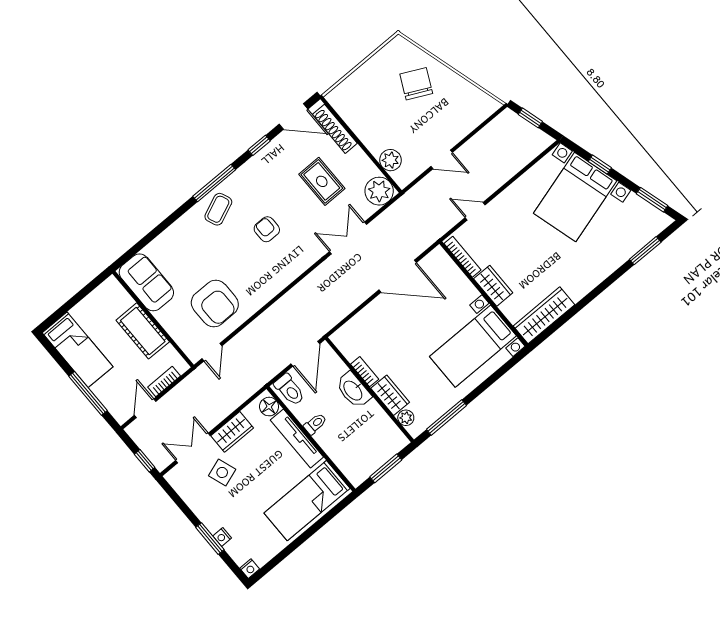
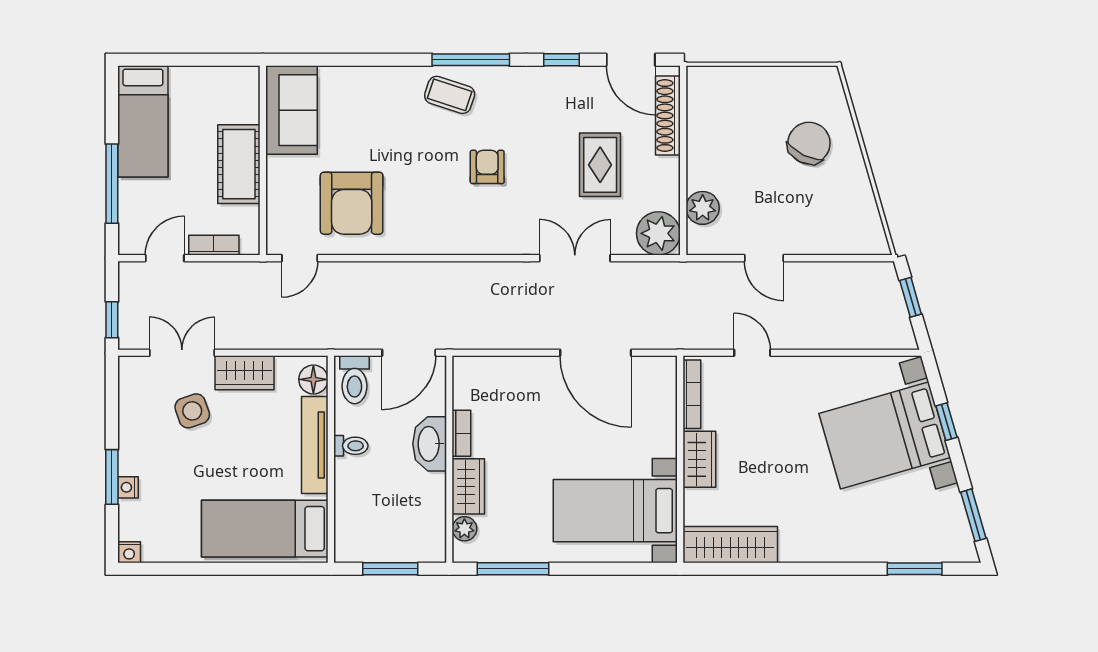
coffee table: (218, 209) -> (450, 95), turned 41

